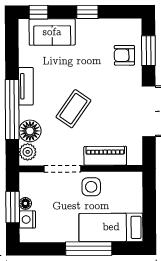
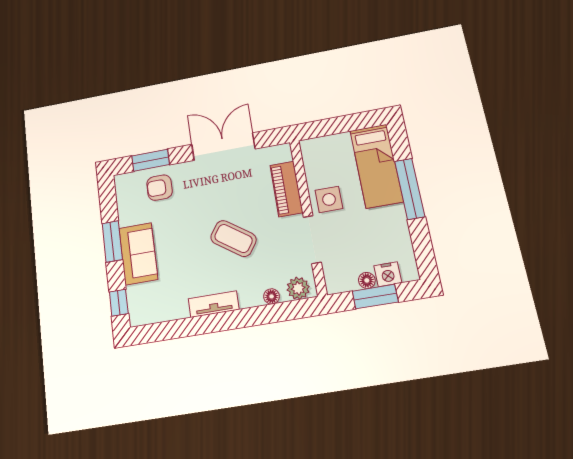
window: (87, 12) -> (112, 241), width x1.50
sofa: (52, 32) -> (138, 254), moved
armchair: (124, 55) -> (160, 188), turned 90
window: (12, 109) -> (246, 318), removed
floor lamp: (30, 131) -> (272, 296), width x0.53, depth x0.53

